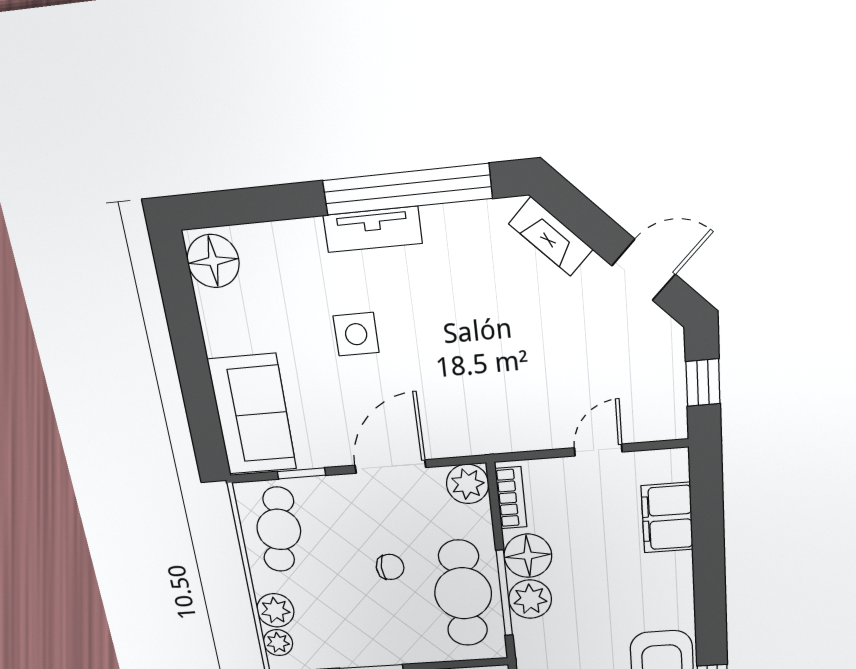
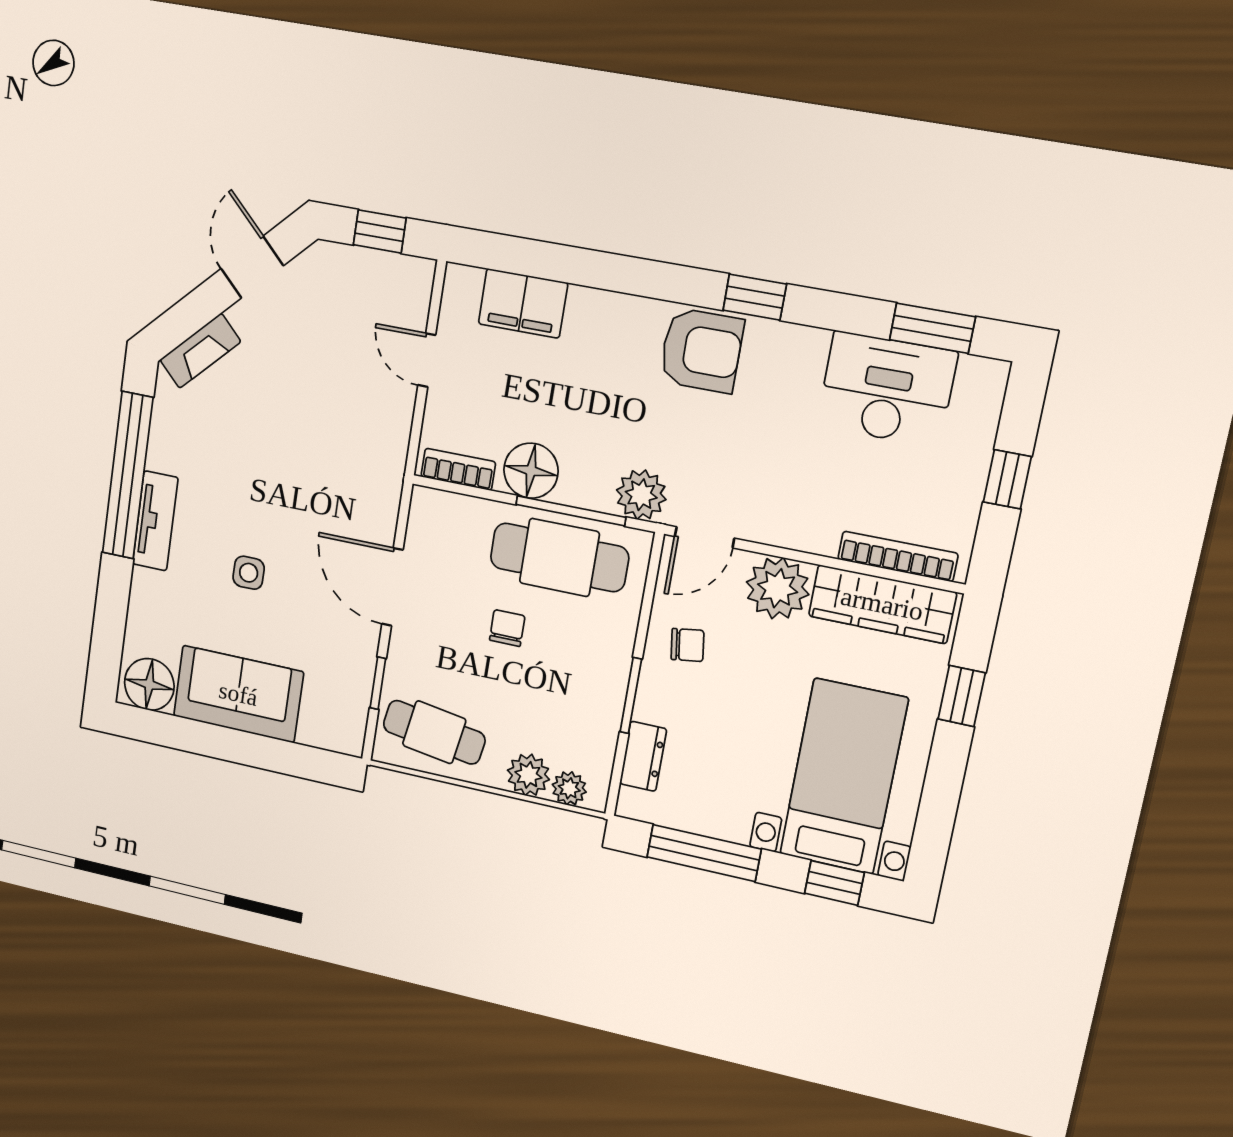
side table: (356, 334) -> (249, 573), width x0.73, depth x0.73
sofa: (252, 415) -> (238, 694), moved
plant: (468, 484) -> (431, 511), removed
plant: (530, 599) -> (641, 495), moved

